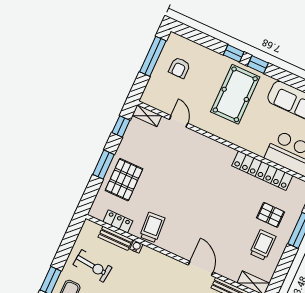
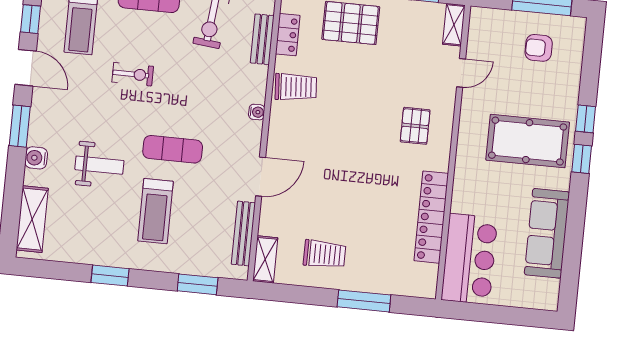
pallet: (271, 215) -> (415, 126), moved
water cooler: (136, 247) -> (257, 112), moved

